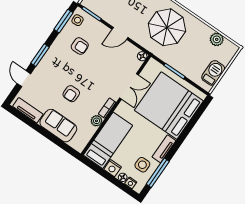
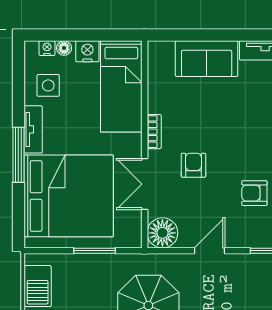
floor lamp: (142, 56) -> (162, 233), width x1.89, depth x1.89
armchair: (71, 94) -> (193, 165), moved
plant: (97, 121) -> (157, 103), removed
window: (158, 173) -> (18, 155), moved

